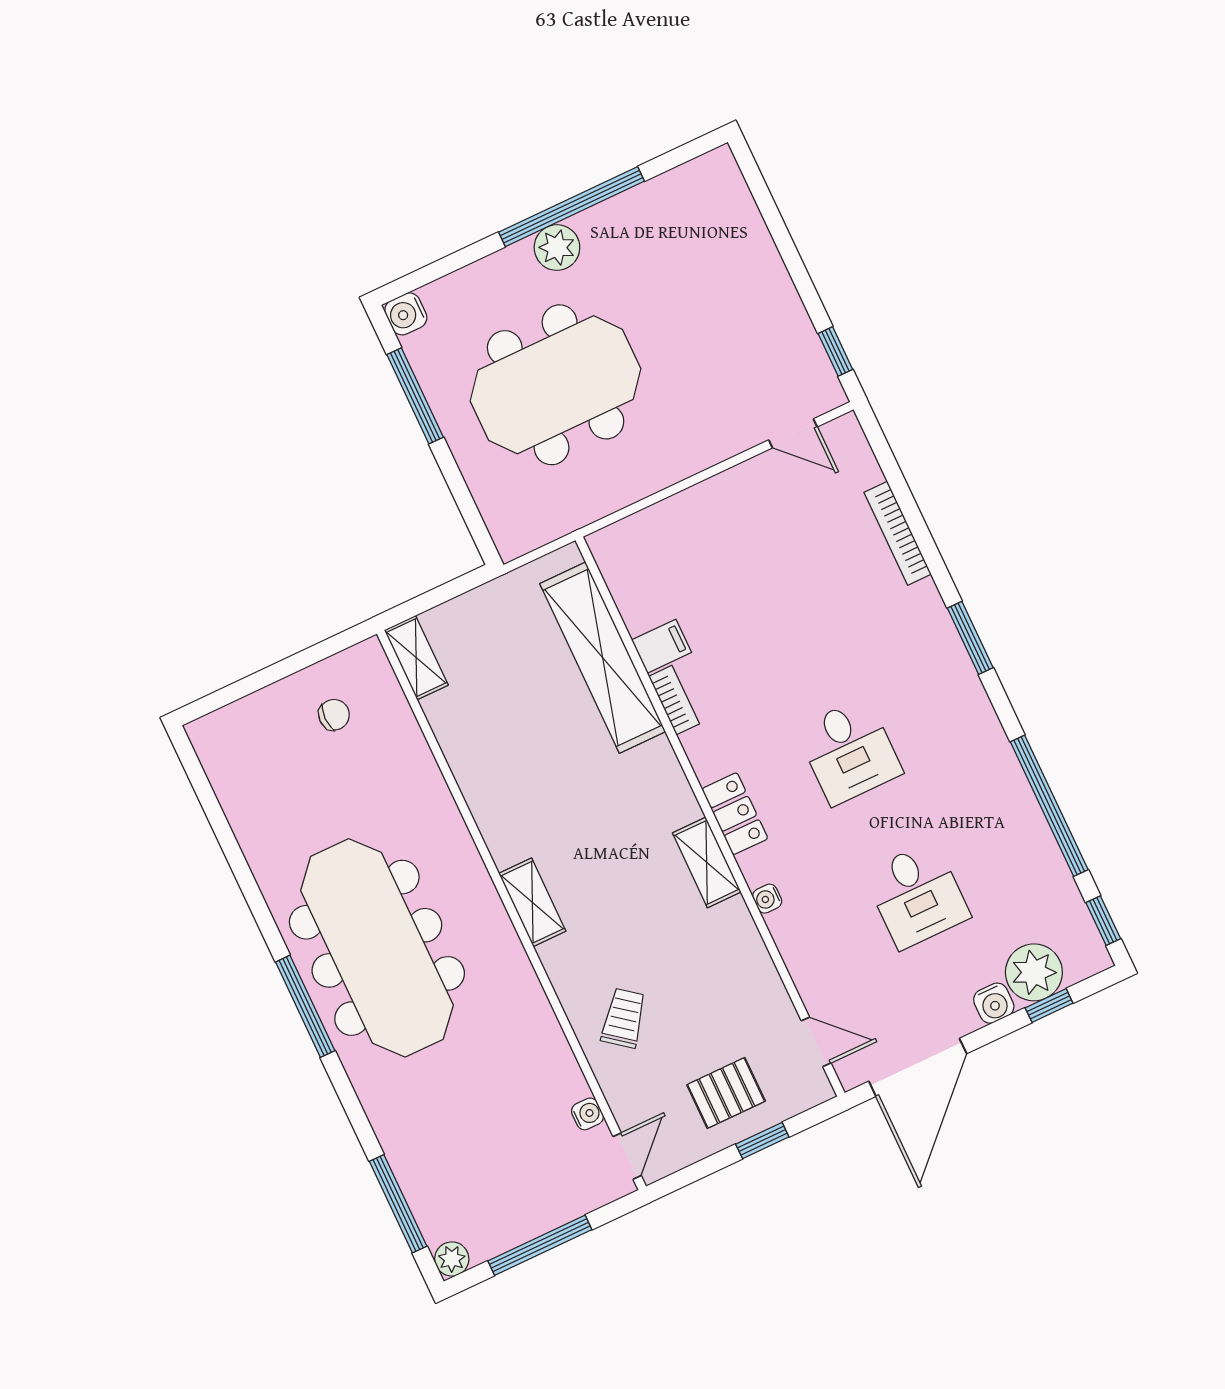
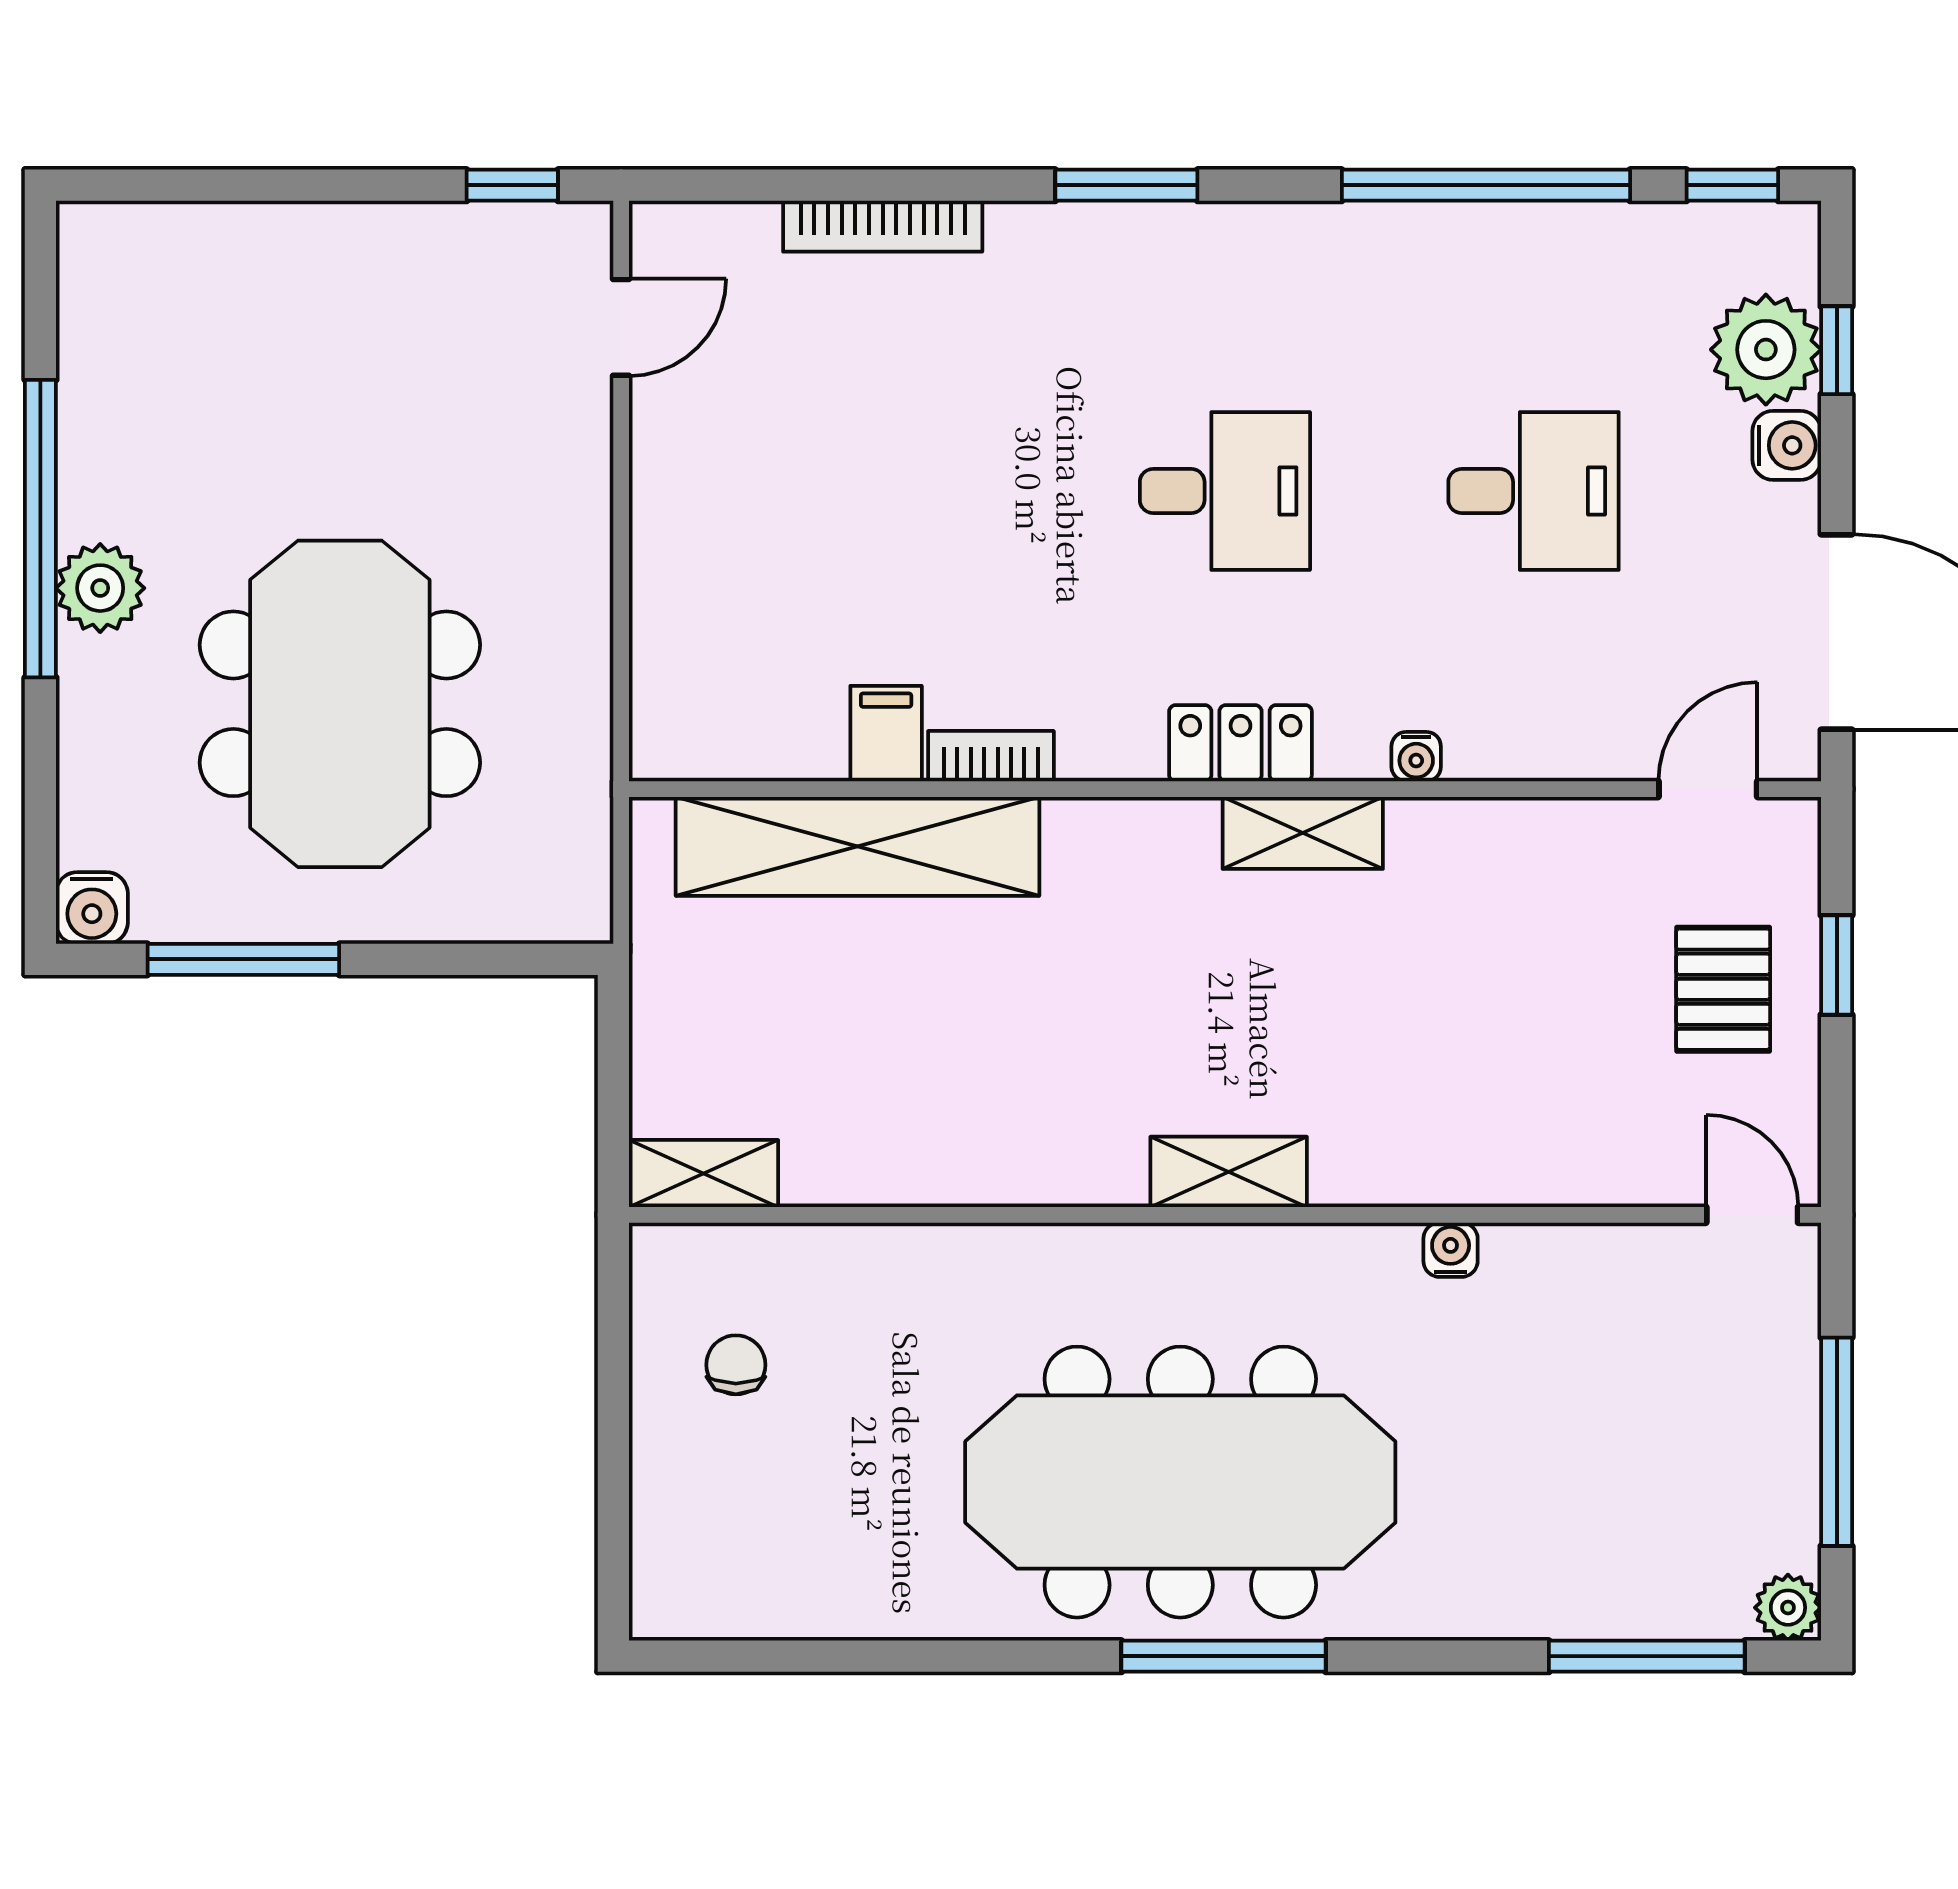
trolley: (624, 1018) -> (1507, 1107), removed
water cooler: (587, 1114) -> (1451, 1250), moved

